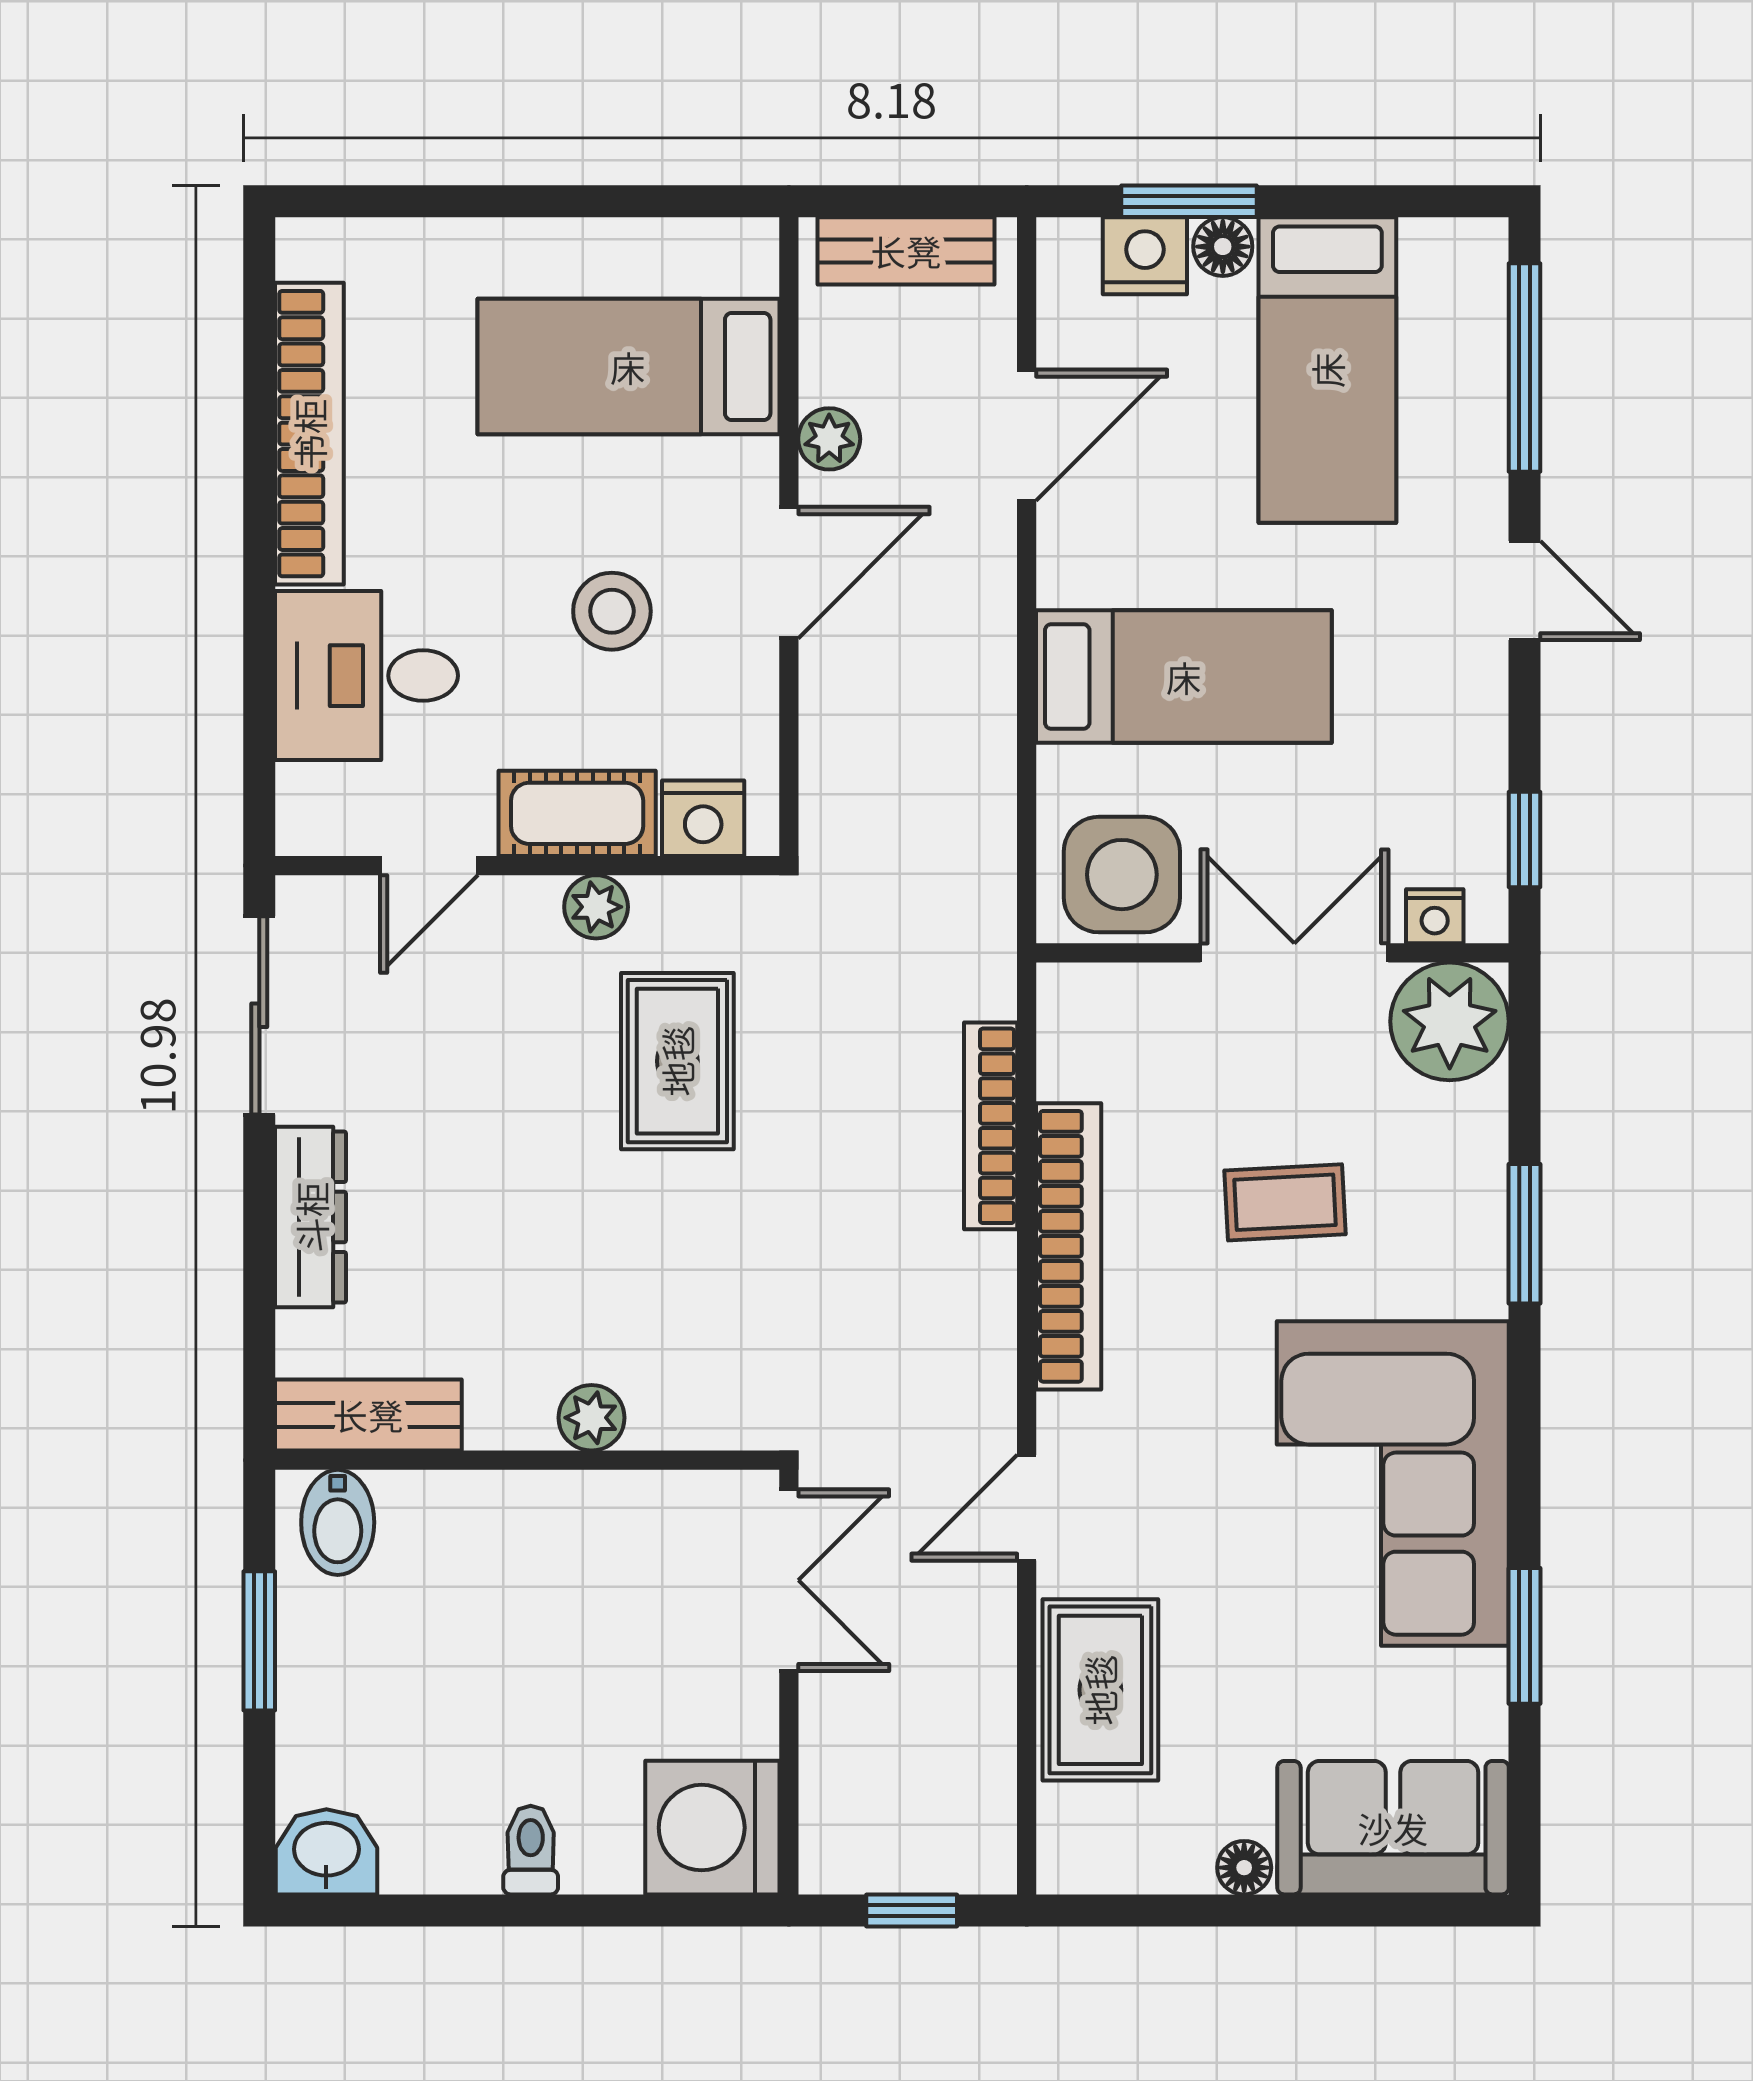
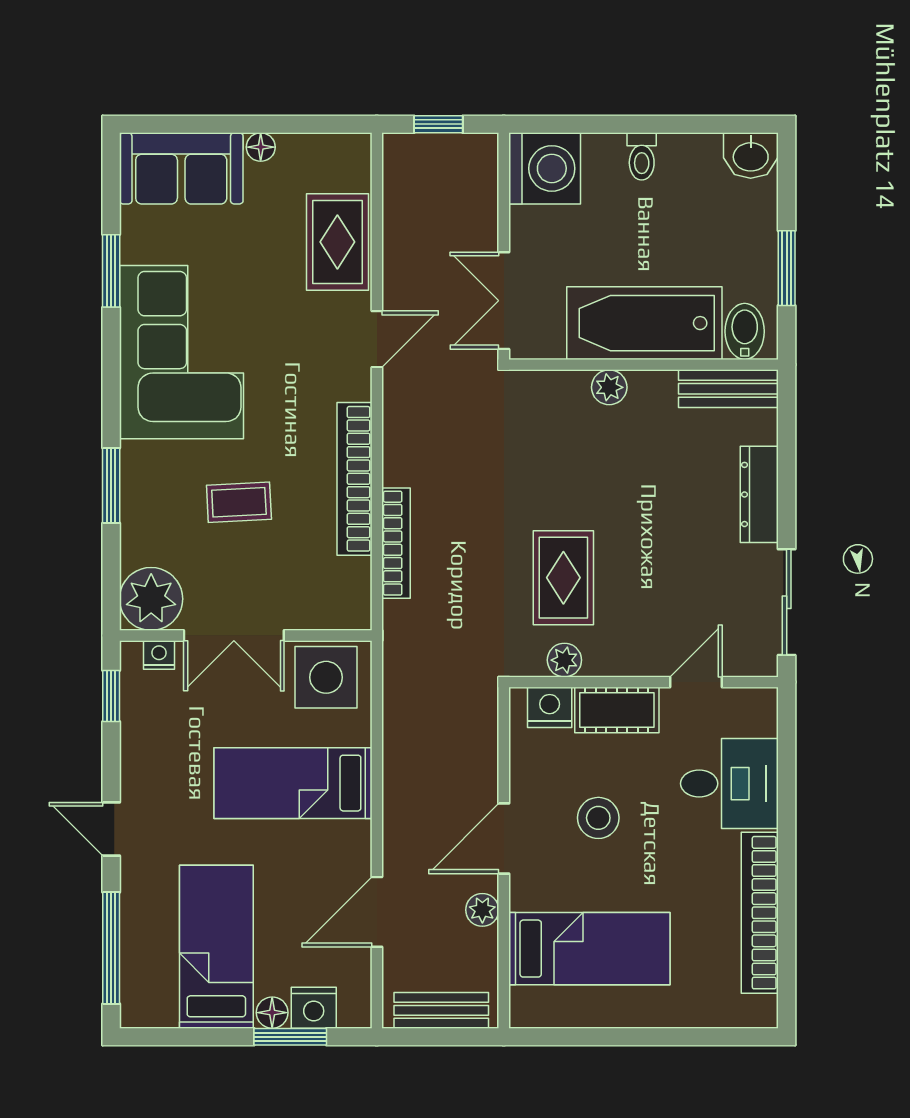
plant: (596, 907) -> (564, 660), moved
bathtub: (526, 1538) -> (644, 323), added

